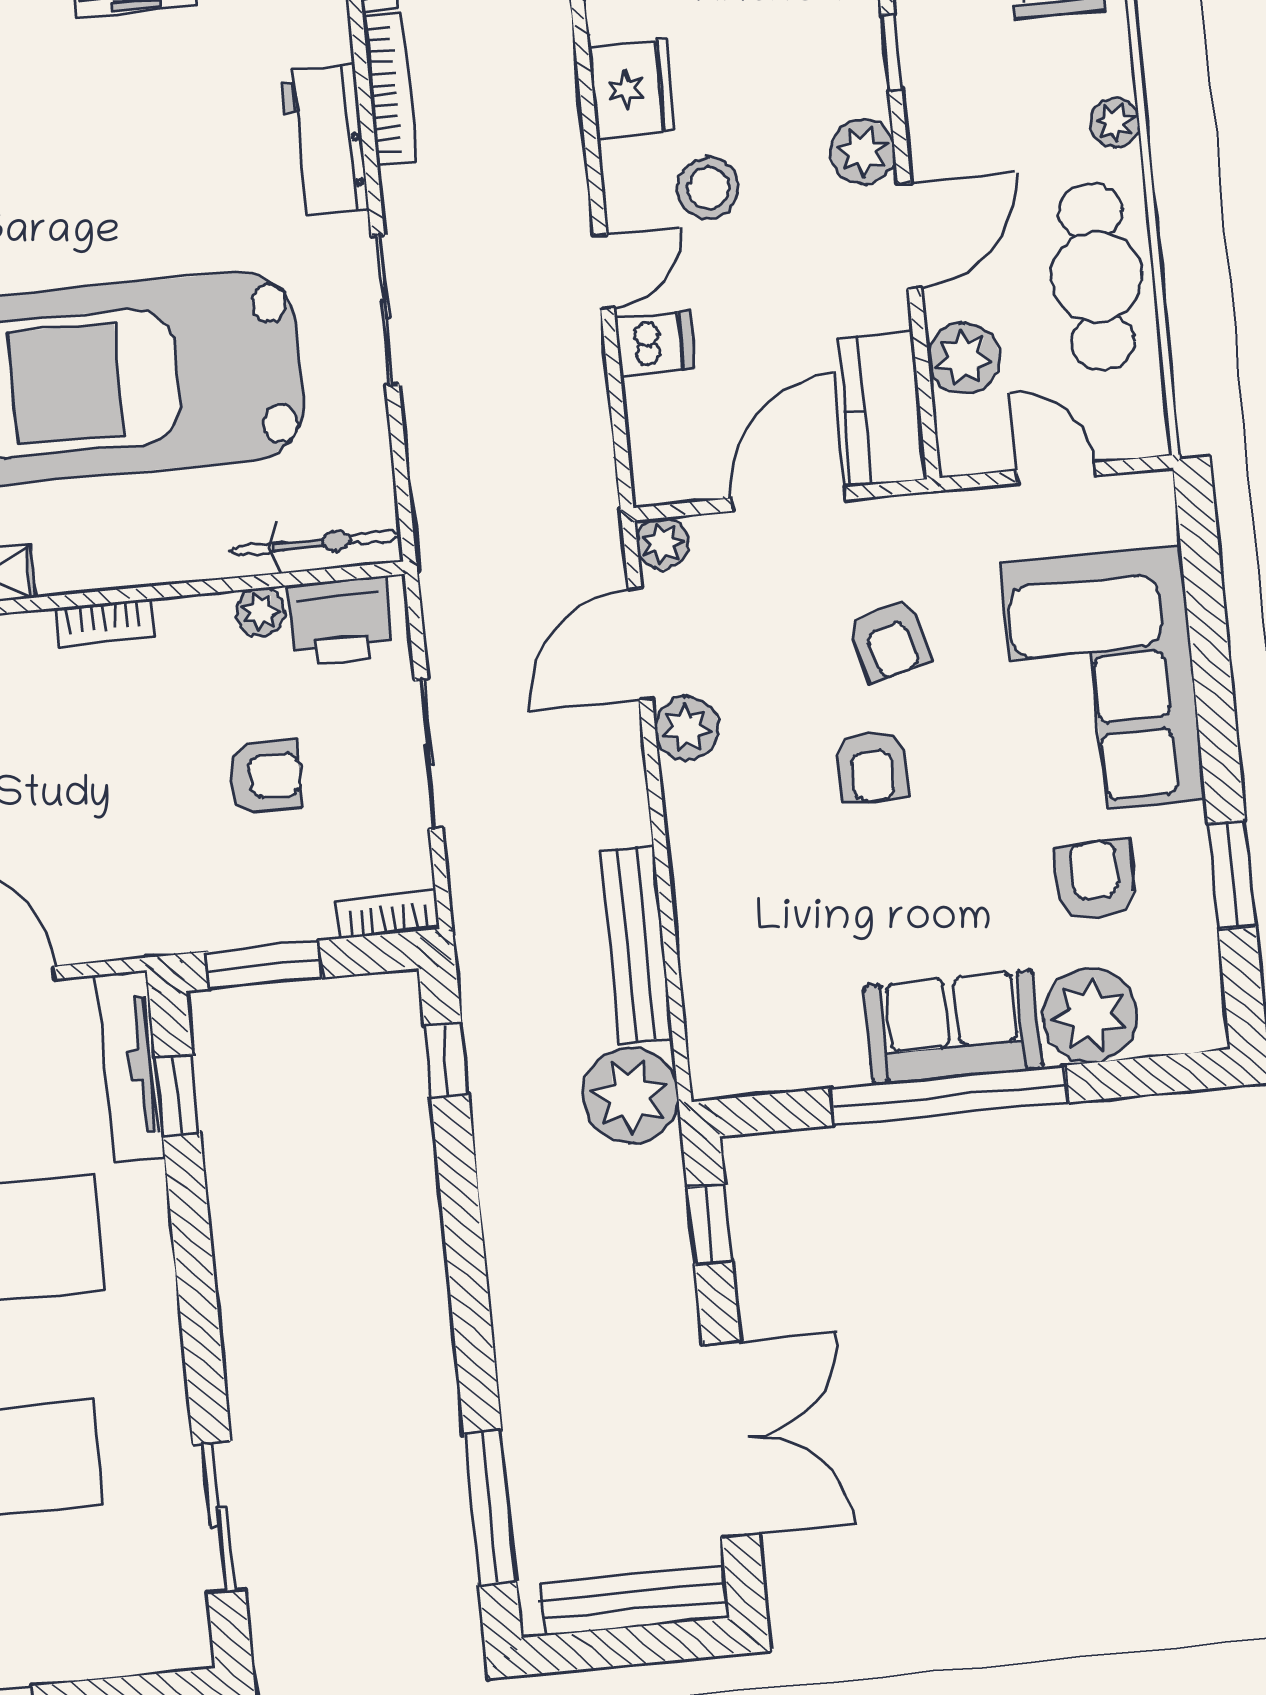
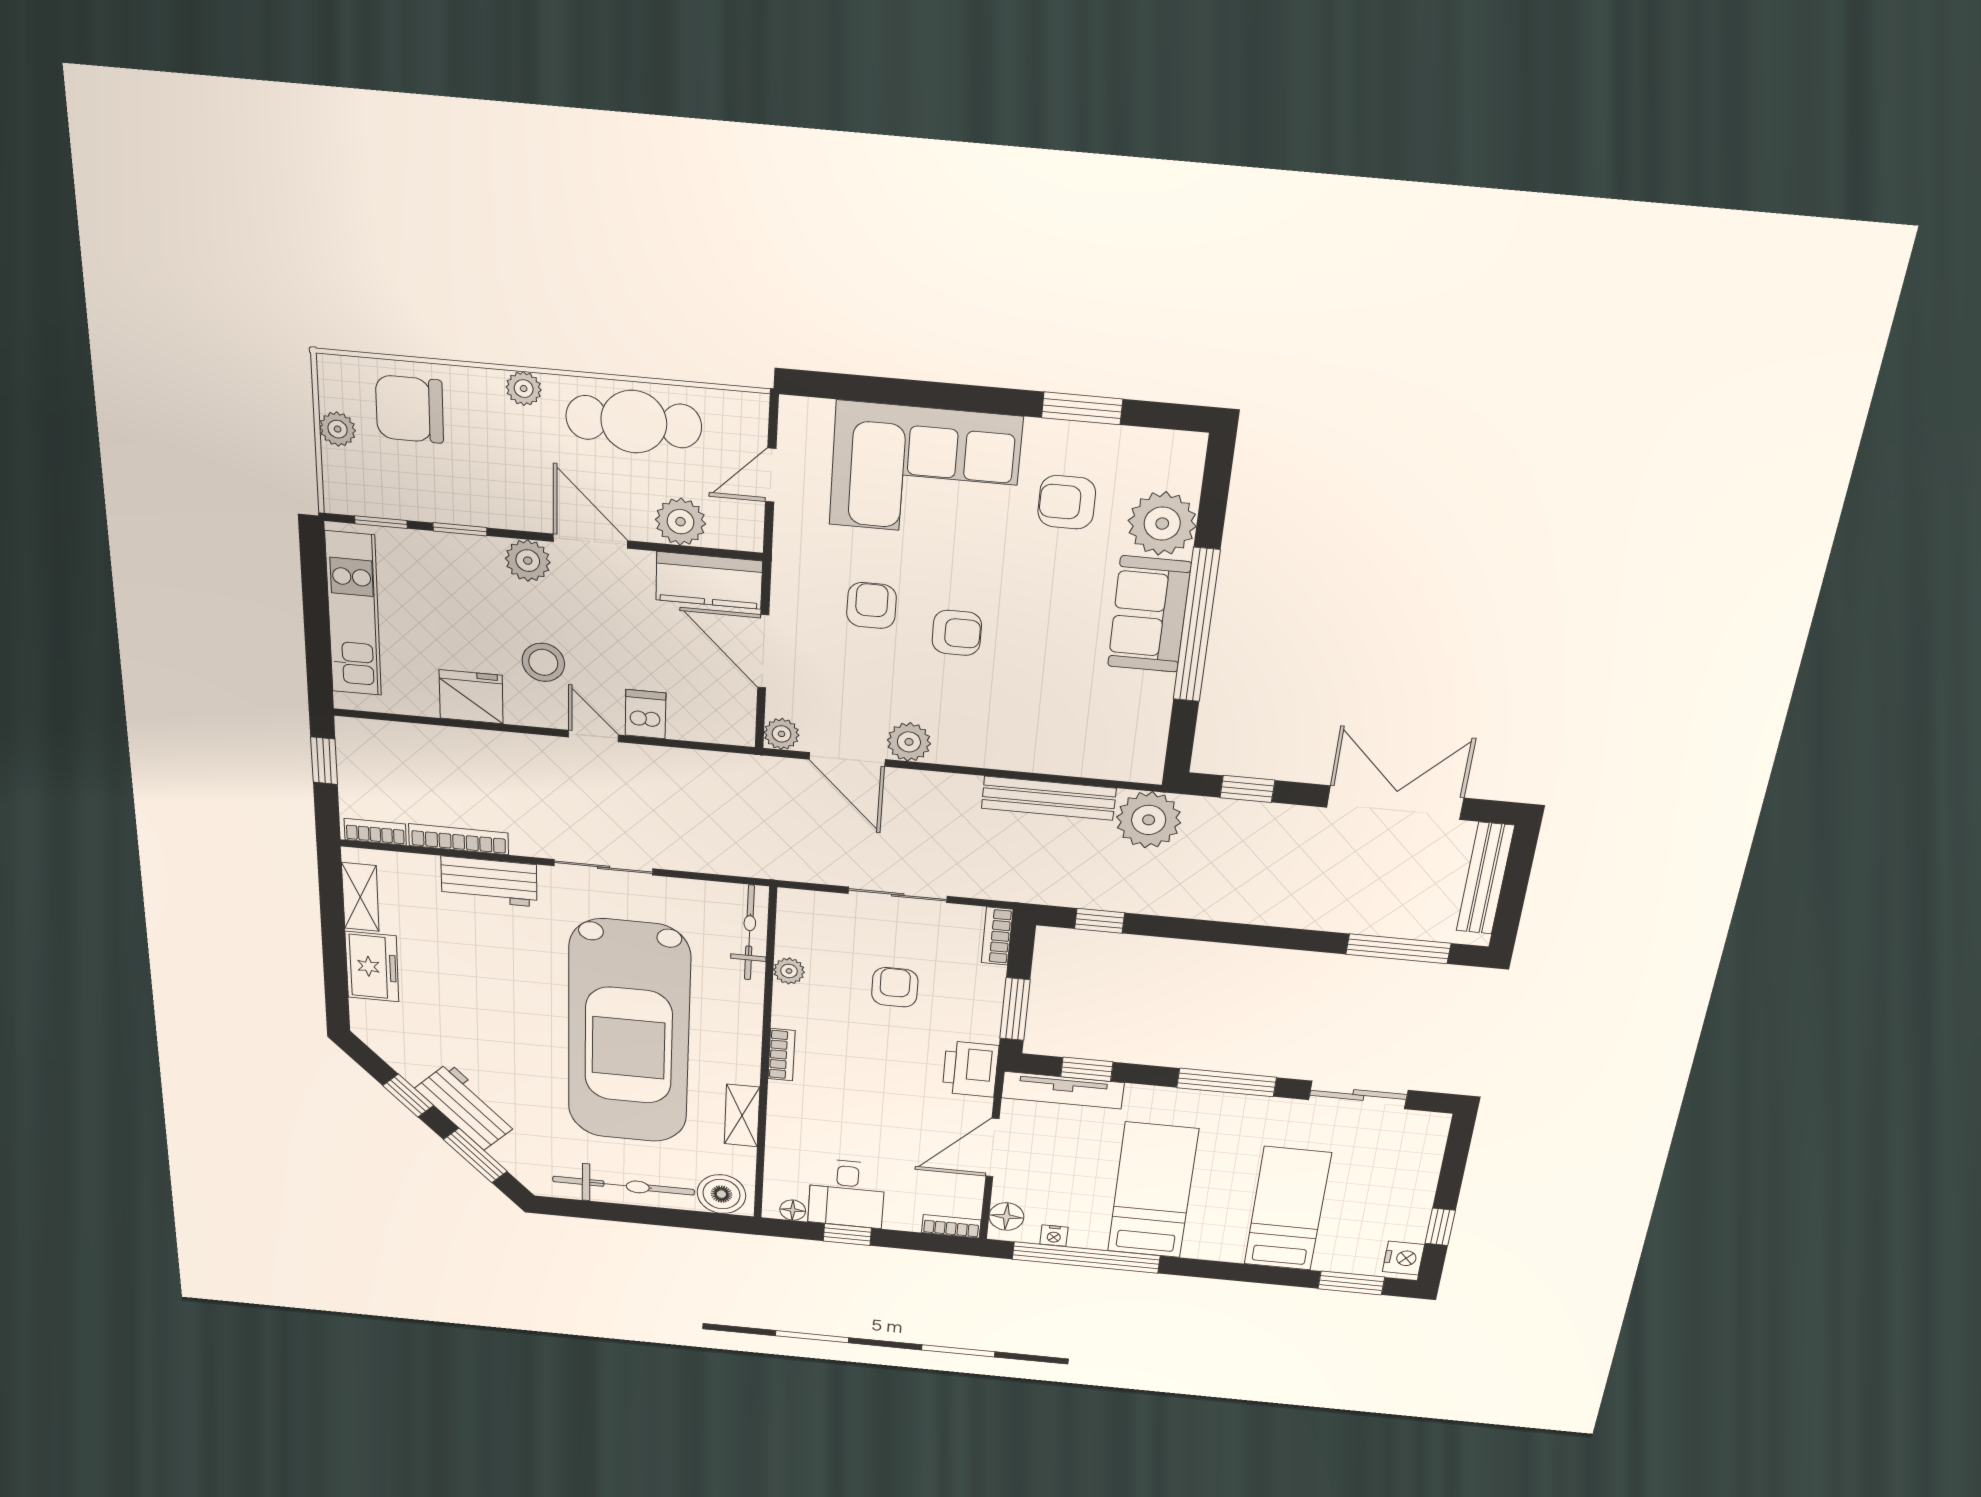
printer: (340, 621) -> (970, 1069), moved, turned 180
armchair: (890, 641) -> (872, 606), turned -74
window: (199, 1312) -> (1227, 1082), added

